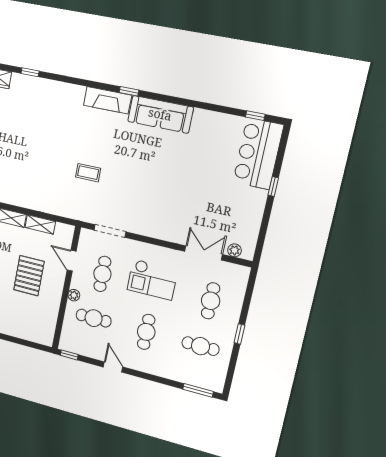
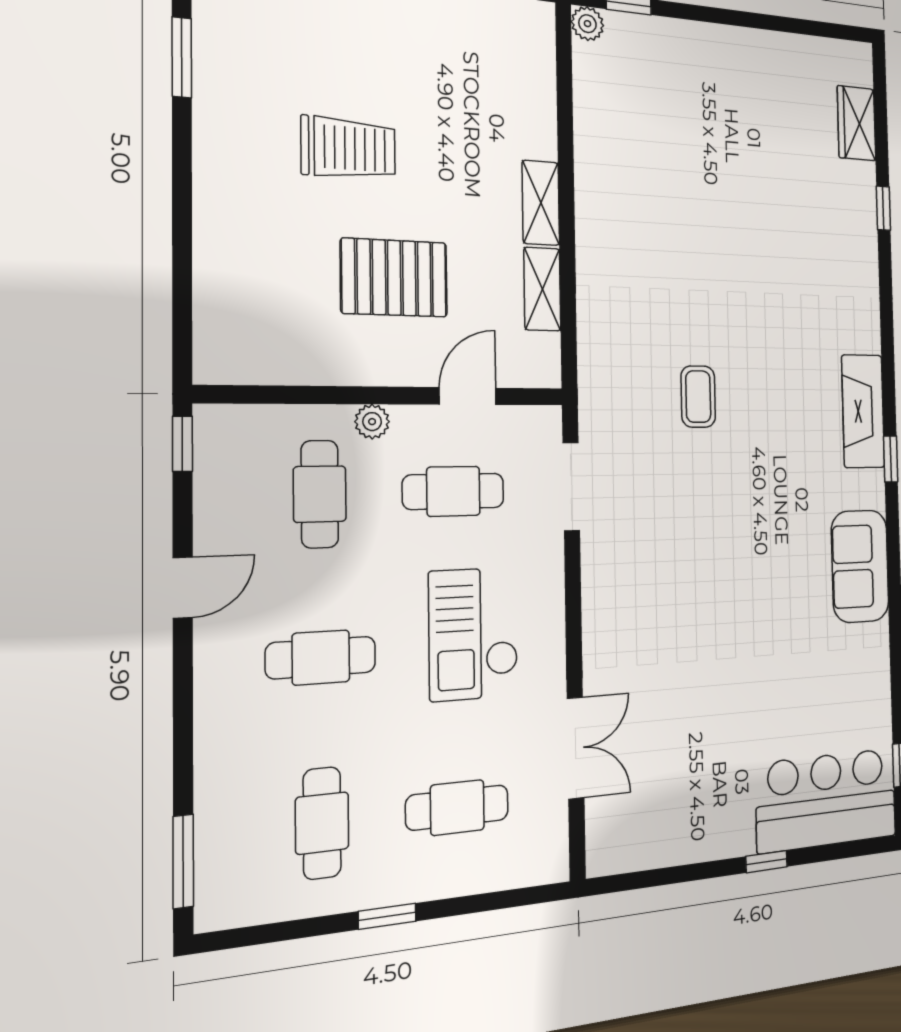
sofa: (160, 114) -> (860, 566), width x0.73
plant: (234, 250) -> (601, 824), removed

